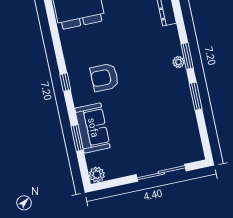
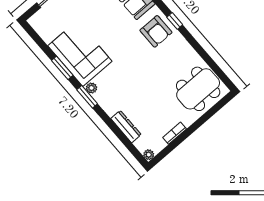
armchair: (104, 77) -> (156, 31), moved, turned 90
corner sofa: (172, 101) -> (80, 54), added

